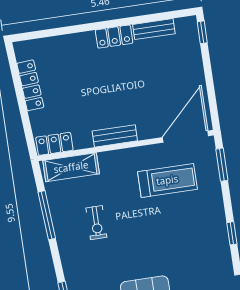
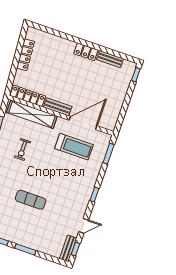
door: (185, 137) -> (83, 123), moved
locker: (54, 144) -> (28, 96), width x1.53
shelving: (71, 167) -> (32, 114), width x1.47

